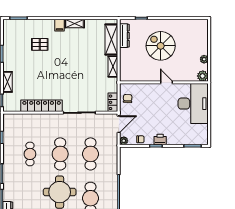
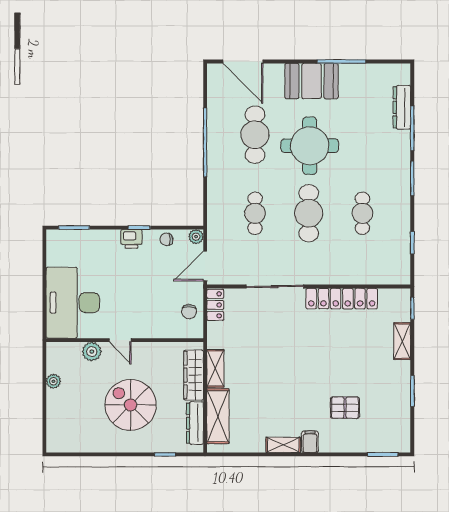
spiral stairs: (161, 46) -> (131, 405), turned 180
wardrobe: (125, 63) -> (194, 375), added
plant: (203, 76) -> (92, 352), moved
cafe table: (90, 154) -> (255, 213), width x0.73, depth x0.74

